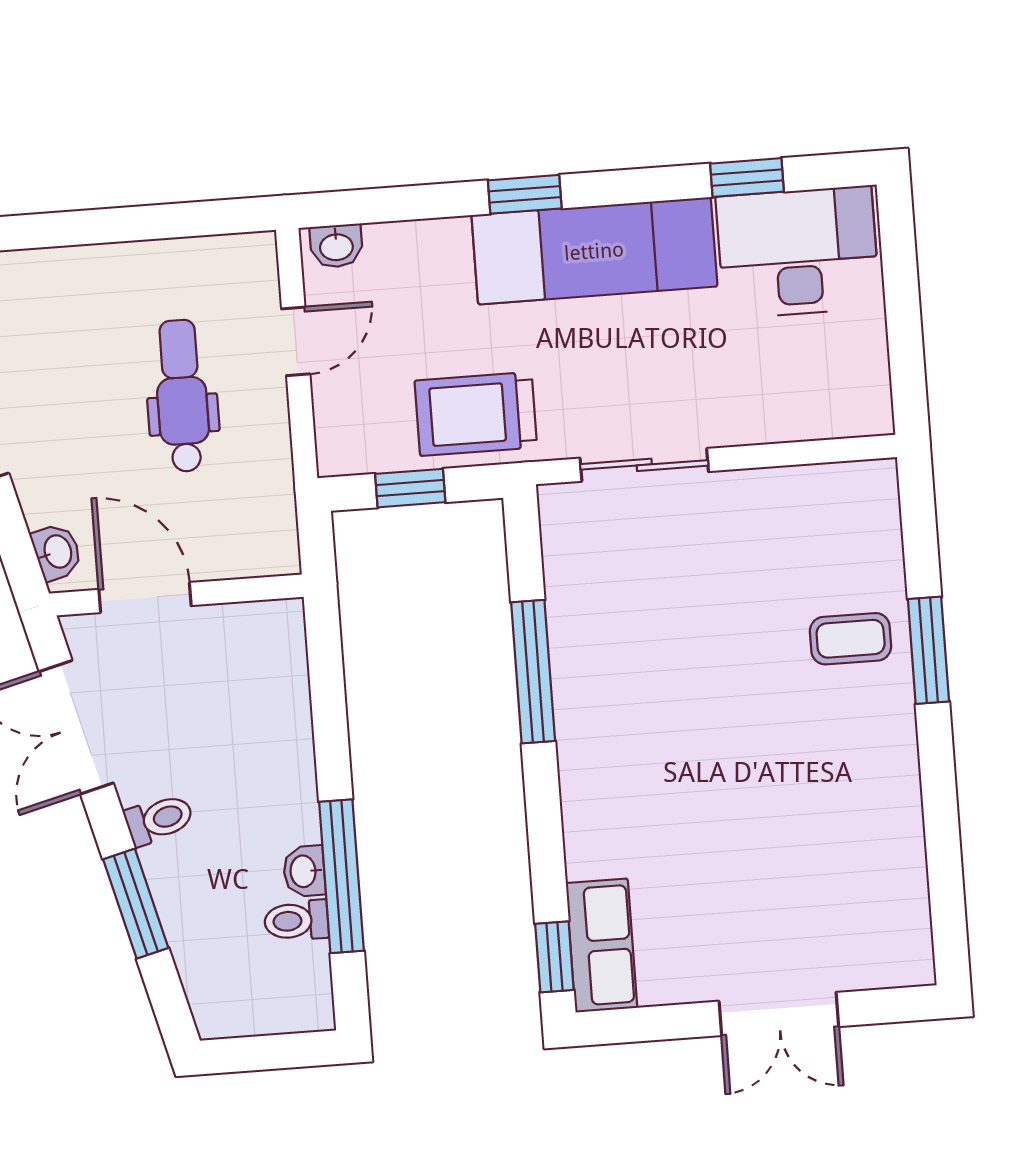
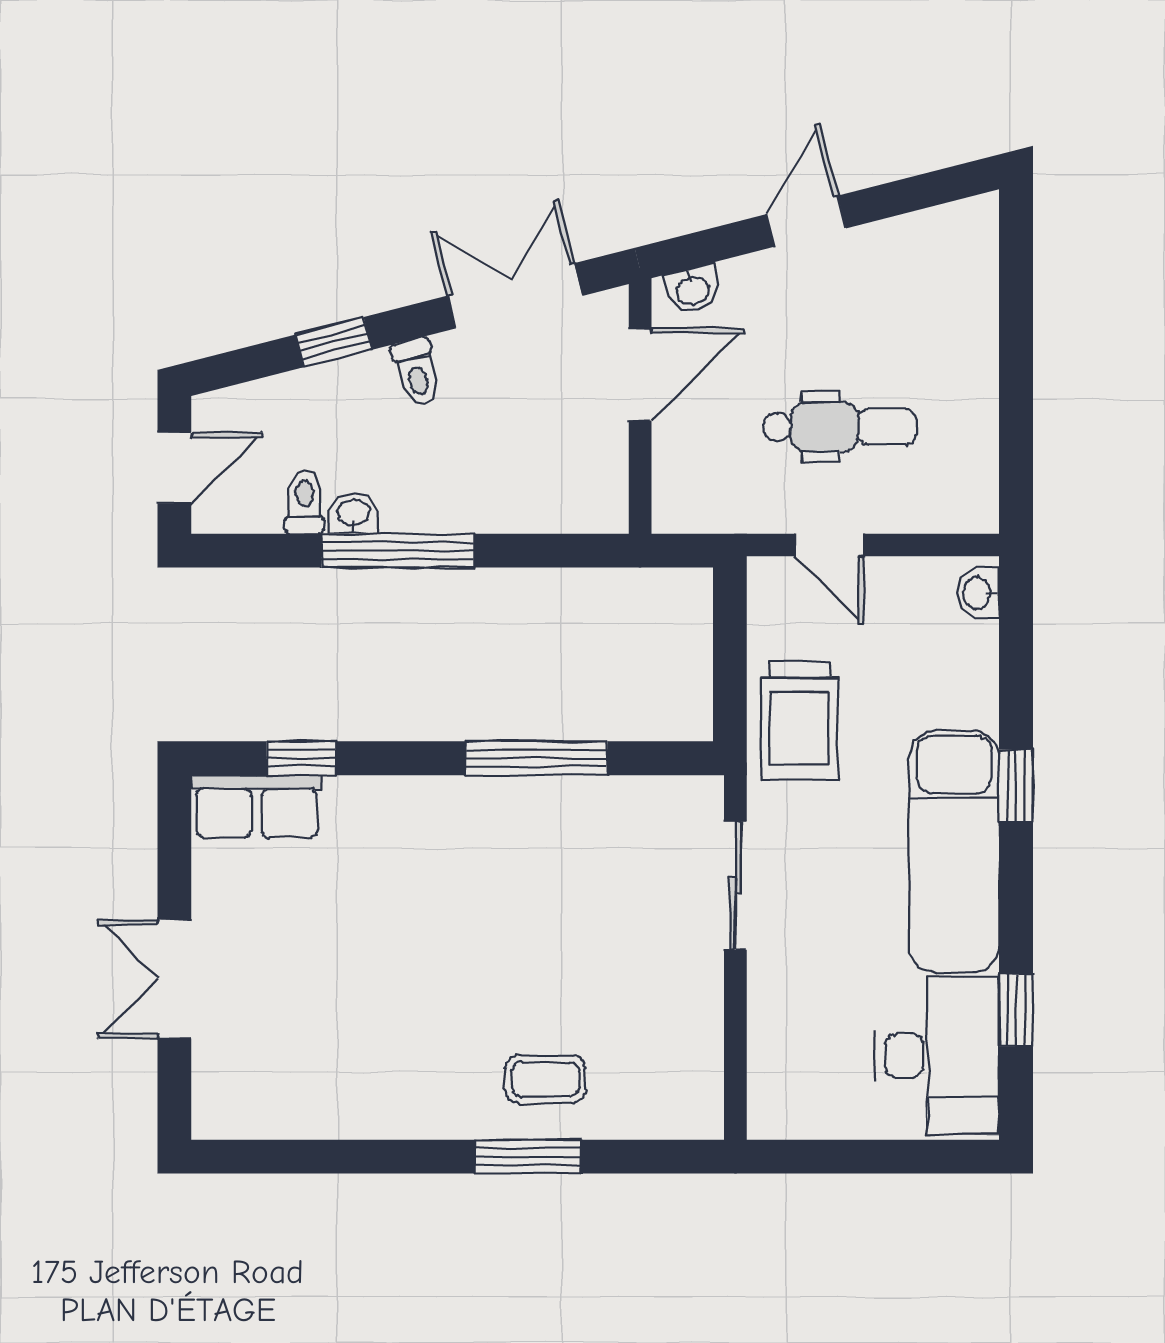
door: (296, 341) -> (829, 545), moved
trolley: (476, 414) -> (799, 720), turned 180
window: (410, 488) -> (730, 649), removed
coffee table: (851, 639) -> (545, 1079), turned 90
window: (341, 876) -> (398, 551), moved
window: (136, 904) -> (334, 342), width x0.67
window: (554, 957) -> (301, 758), moved
door: (272, 1052) -> (174, 468), added

